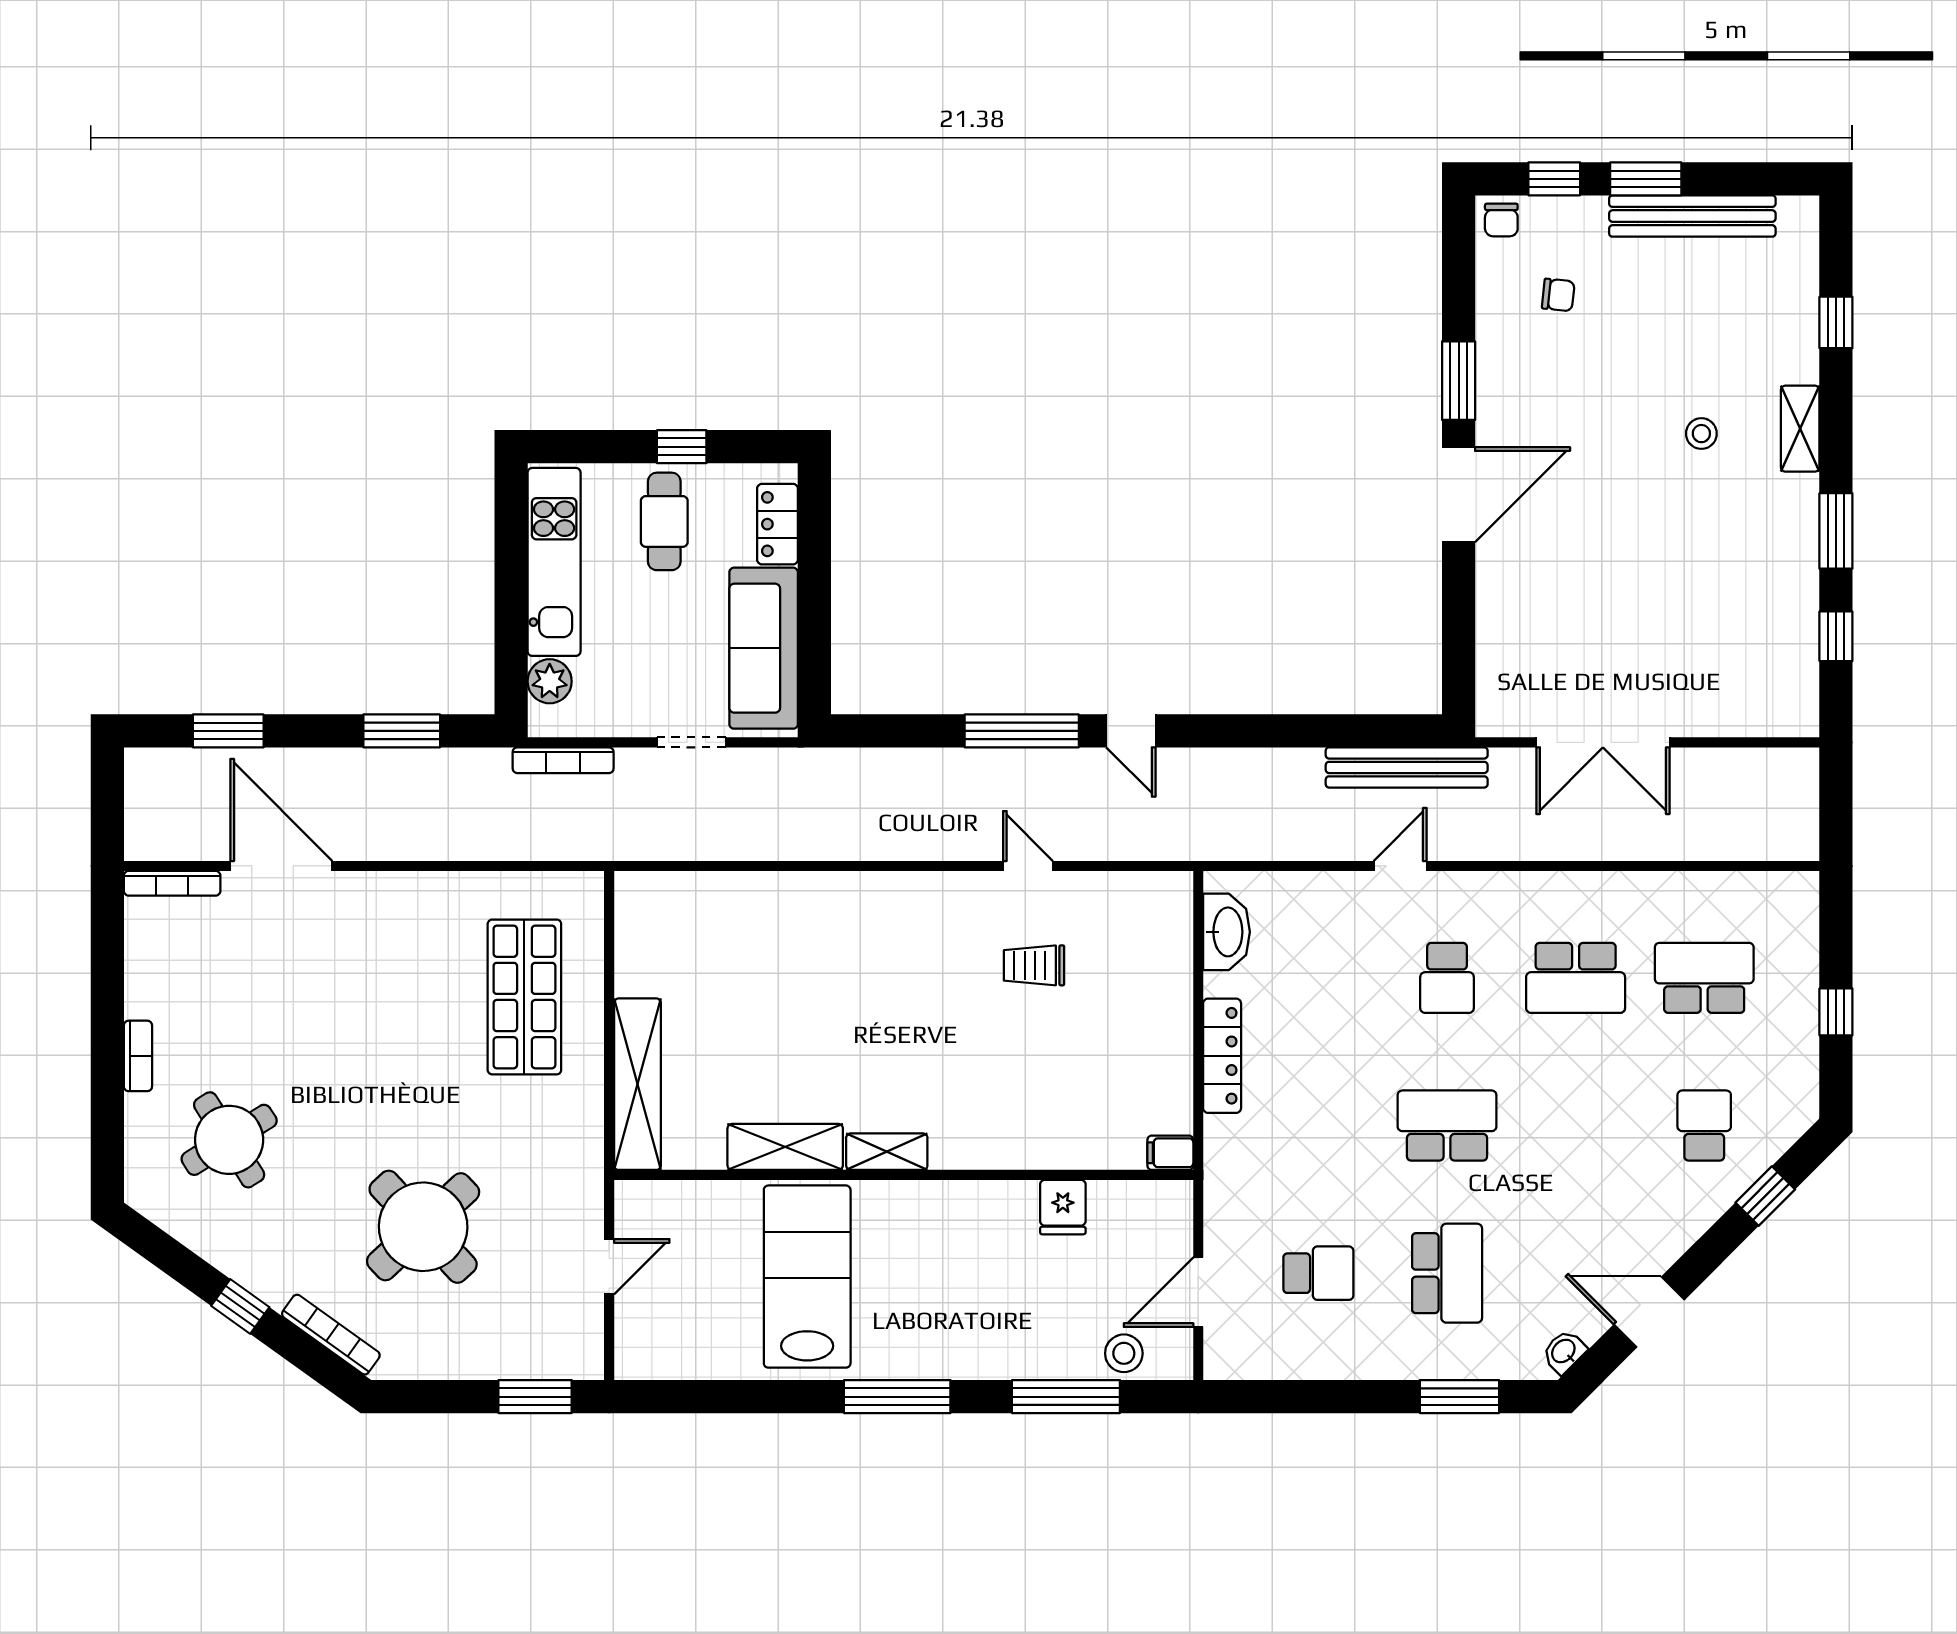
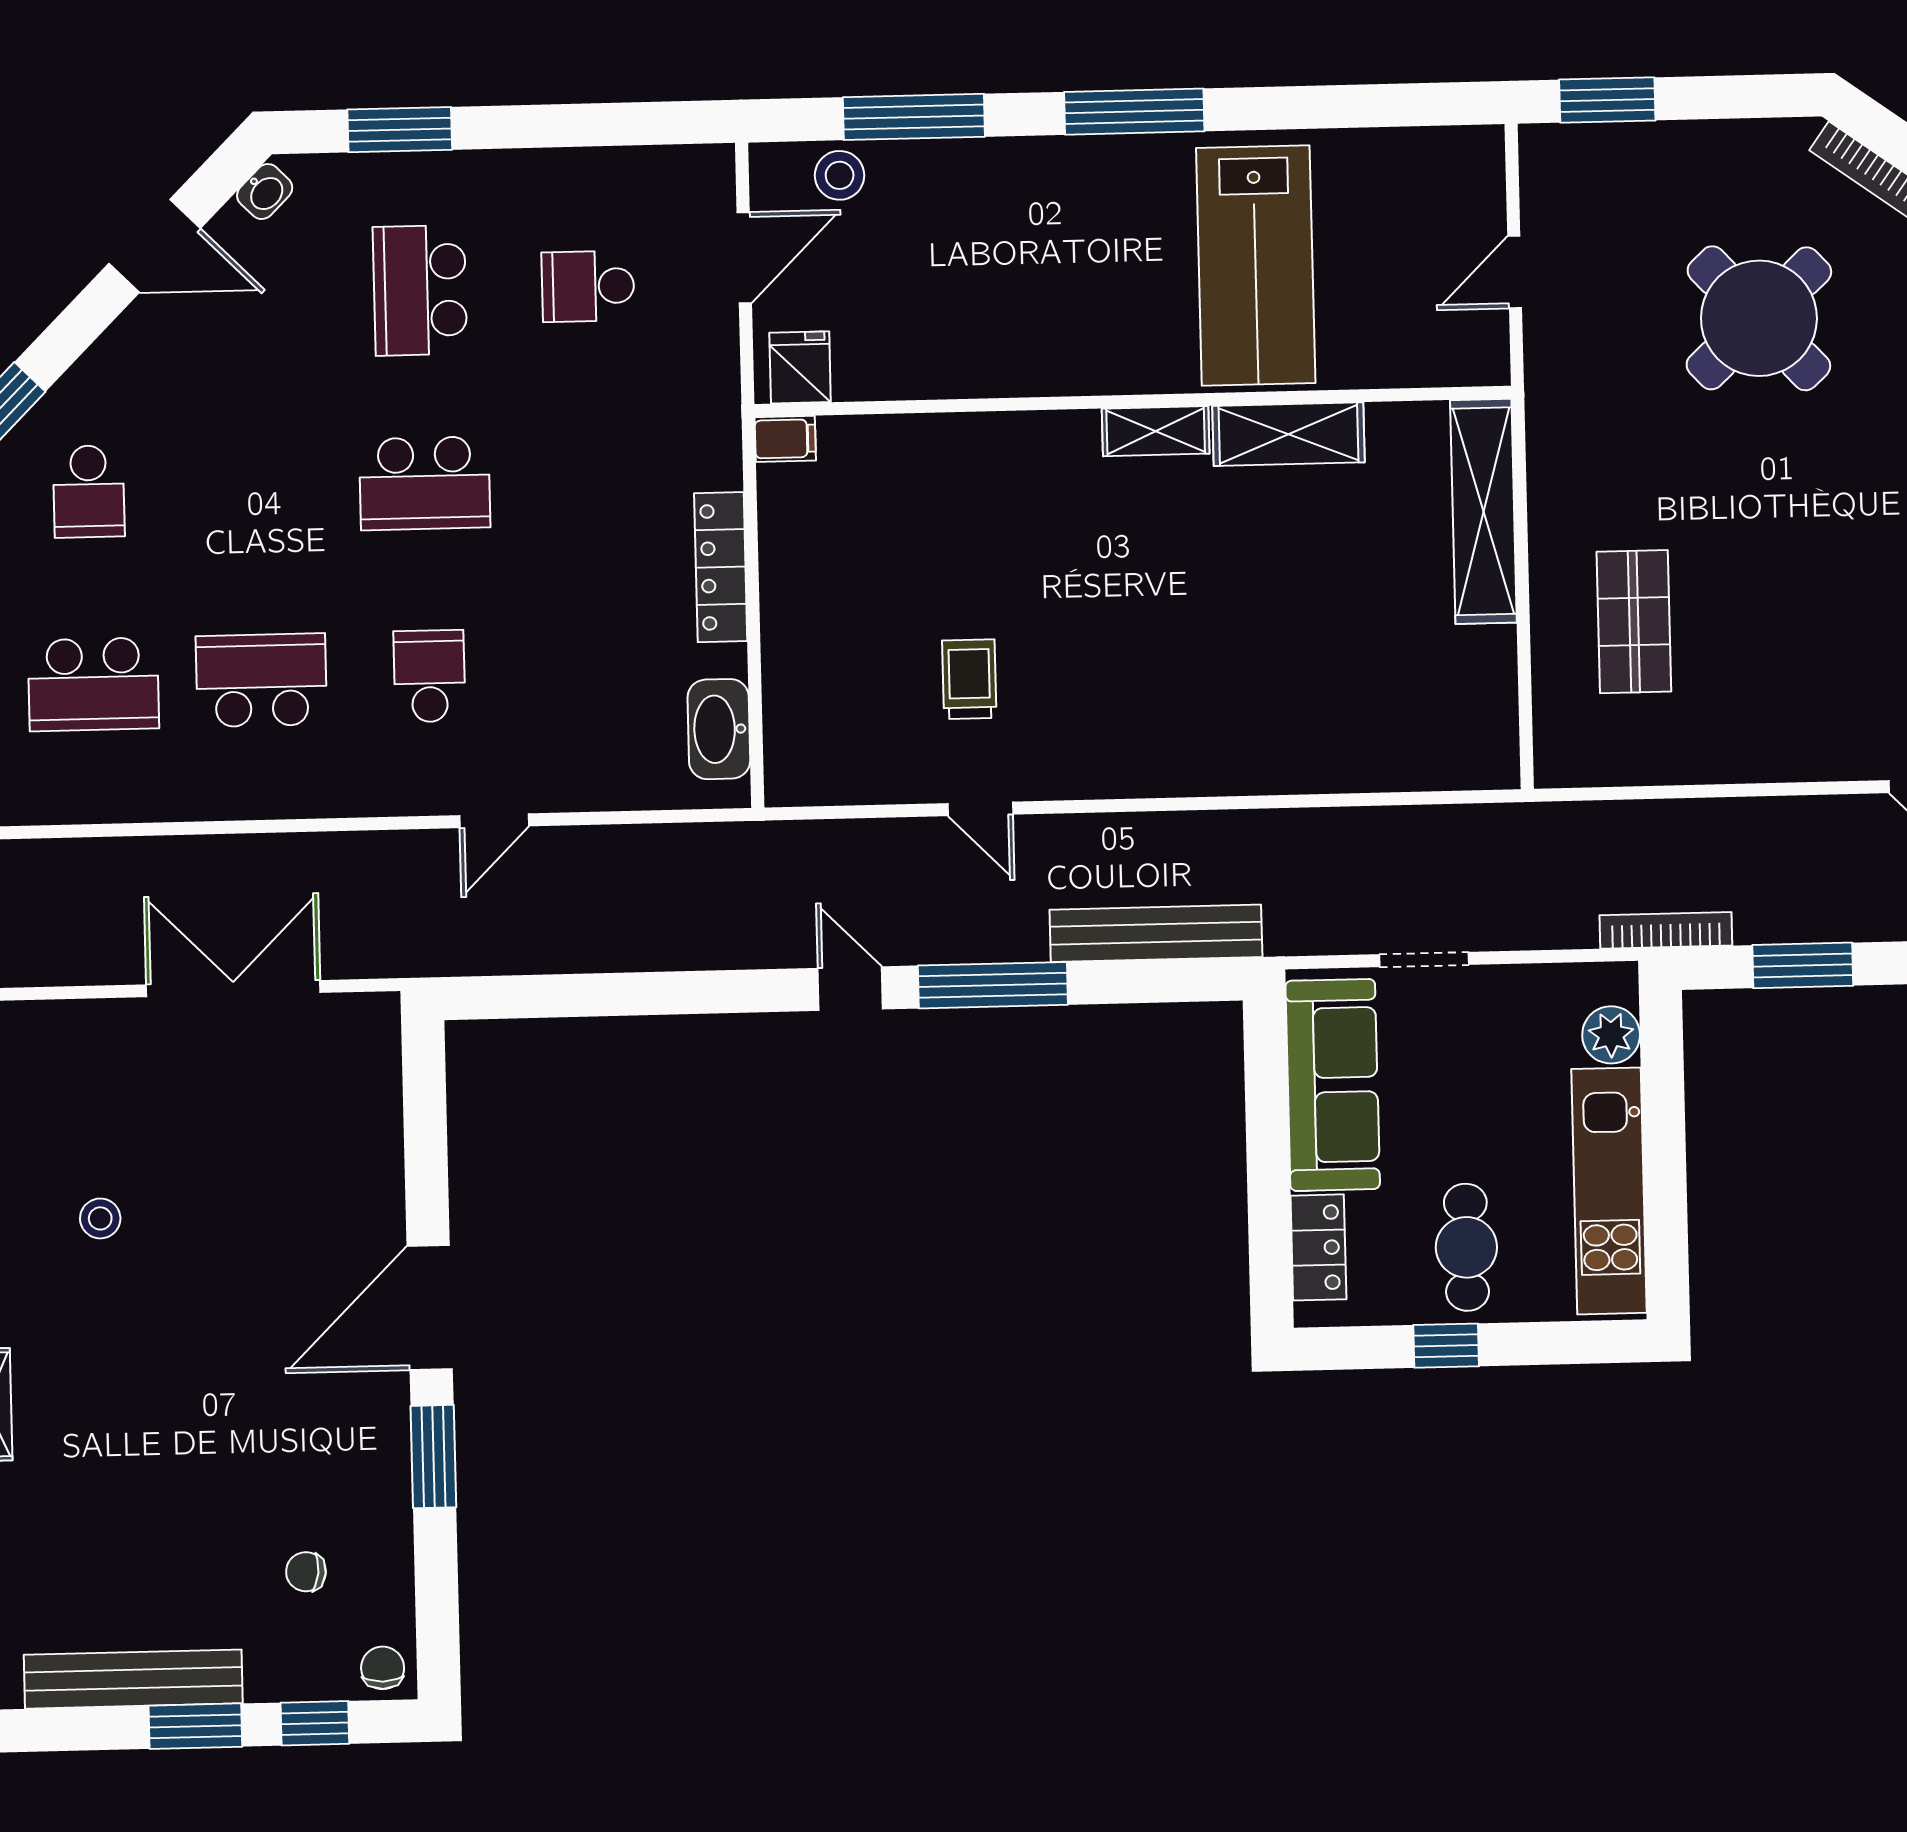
stool: (1701, 434) -> (100, 1218), moved
bookcase: (563, 760) -> (1666, 930), moved
bench: (1407, 767) -> (1156, 933), moved
trolley: (1034, 965) -> (969, 679), turned -90
shop shelf: (524, 997) -> (1634, 622), width x0.70, depth x0.74
fridge: (1063, 1207) -> (800, 367), moved

